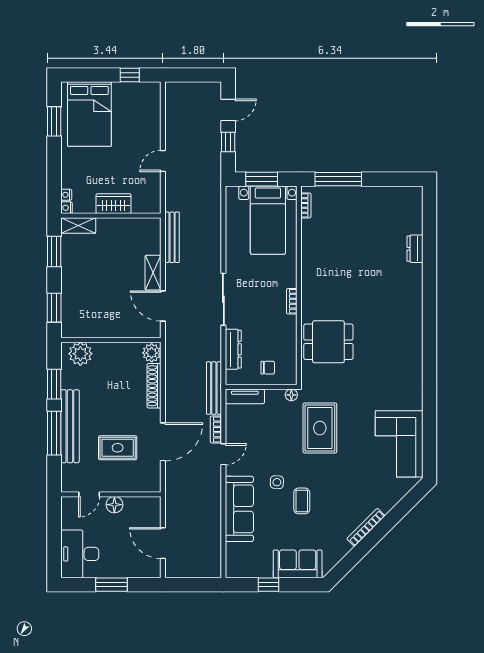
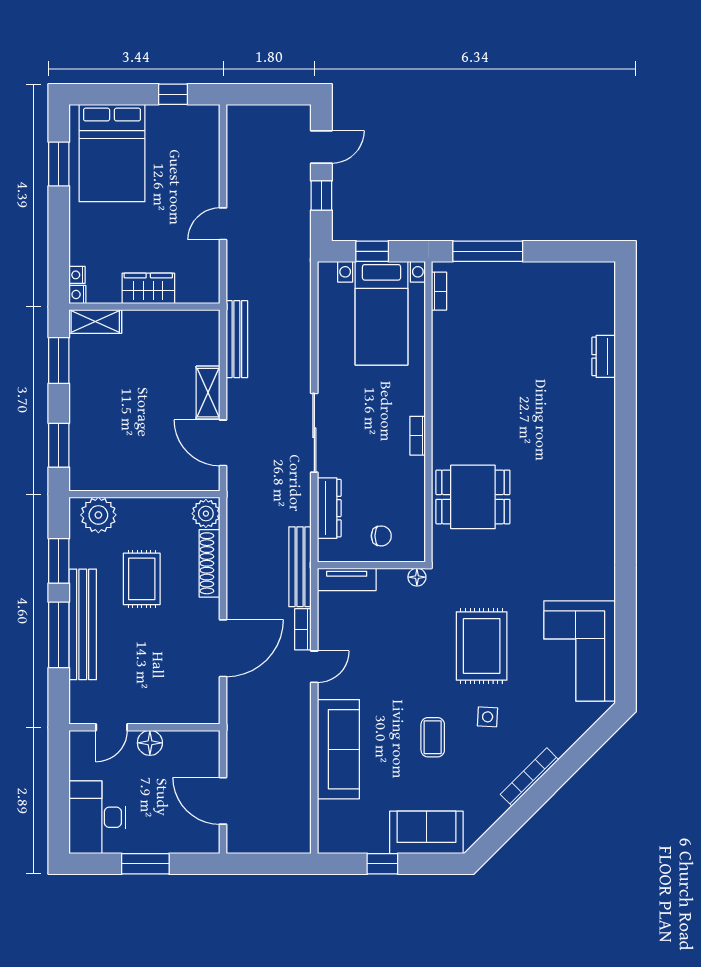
window: (262, 179) -> (372, 251), width x0.67
rug: (320, 428) -> (482, 646), moved
rug: (118, 448) -> (142, 579), moved, turned 90
side table: (277, 482) -> (488, 717), moved

